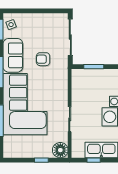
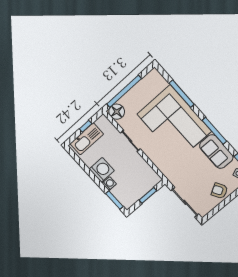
armchair: (43, 59) -> (219, 191), moved, turned -120
window: (41, 160) -> (124, 91), width x3.17

